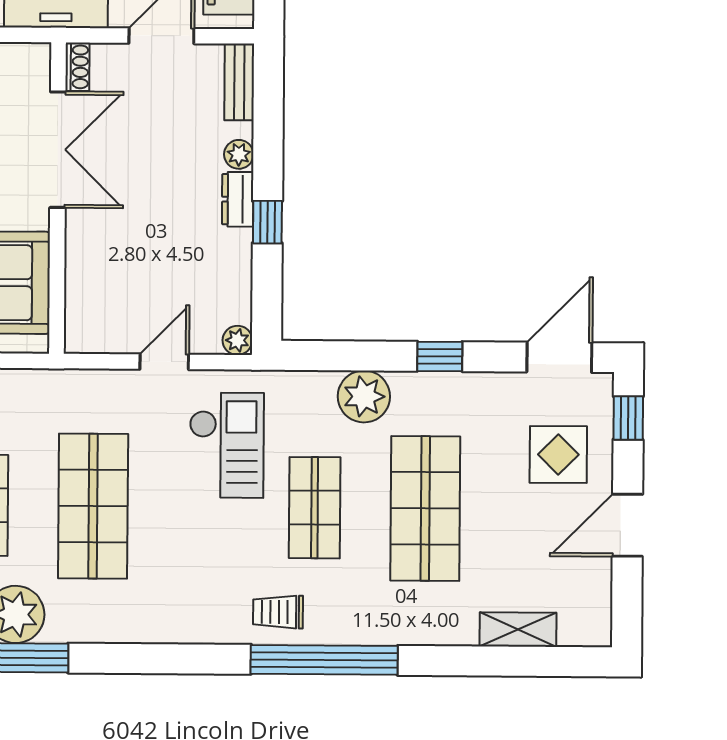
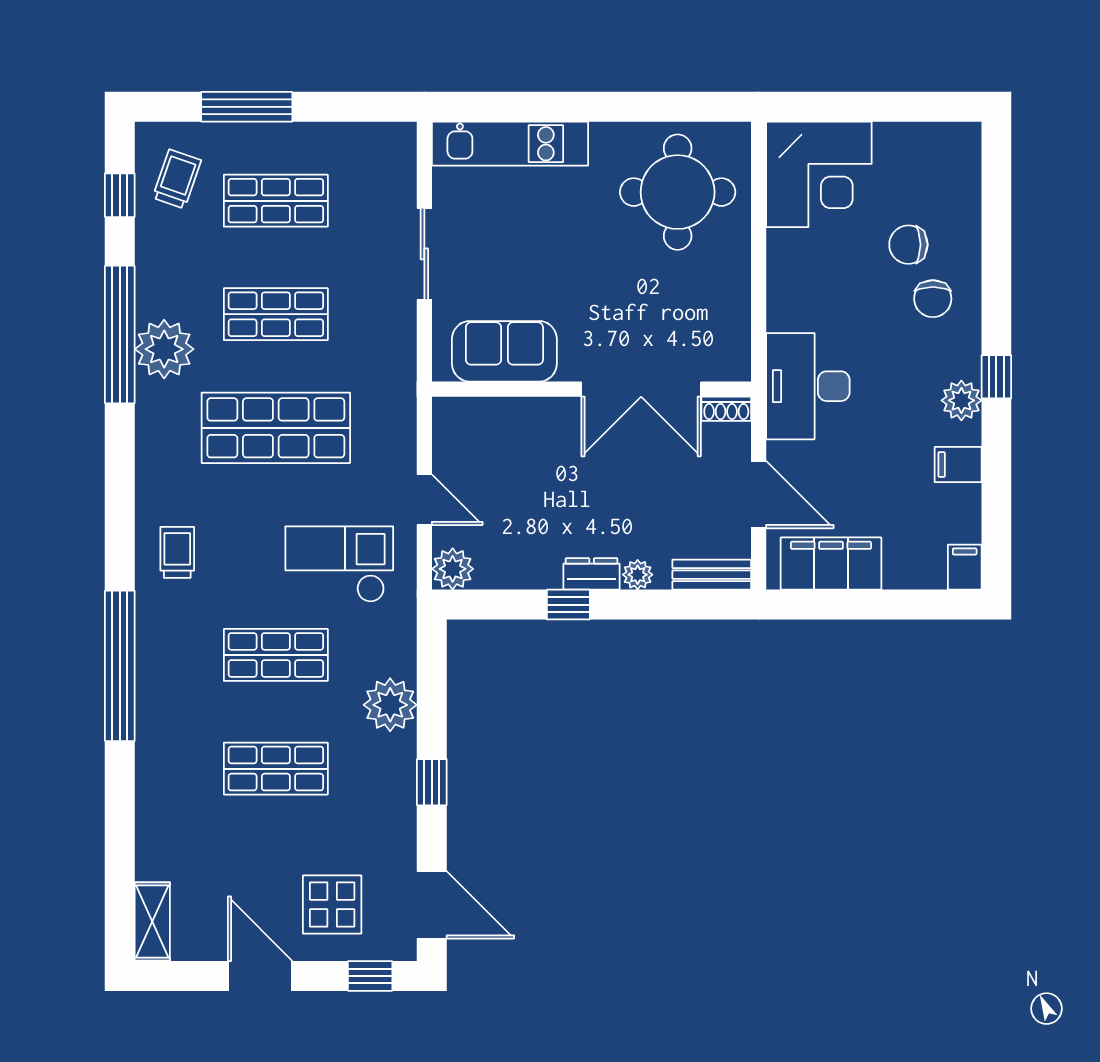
plant: (237, 340) -> (453, 569), width x1.38, depth x1.38
checkout: (227, 445) -> (339, 564), turned 180
shop shelf: (425, 508) -> (276, 769), width x0.70, depth x0.74
trolley: (278, 612) -> (177, 552), moved
shelving: (518, 630) -> (152, 922), moved

